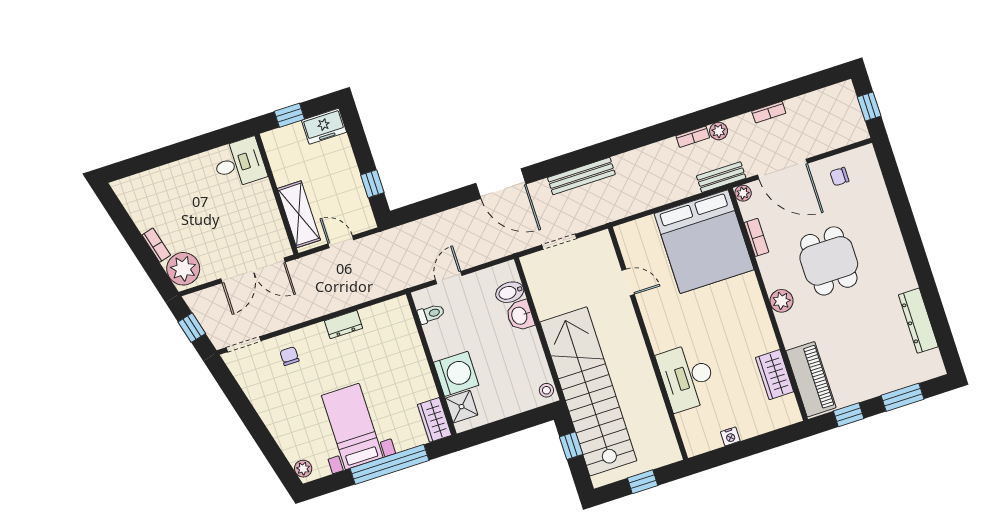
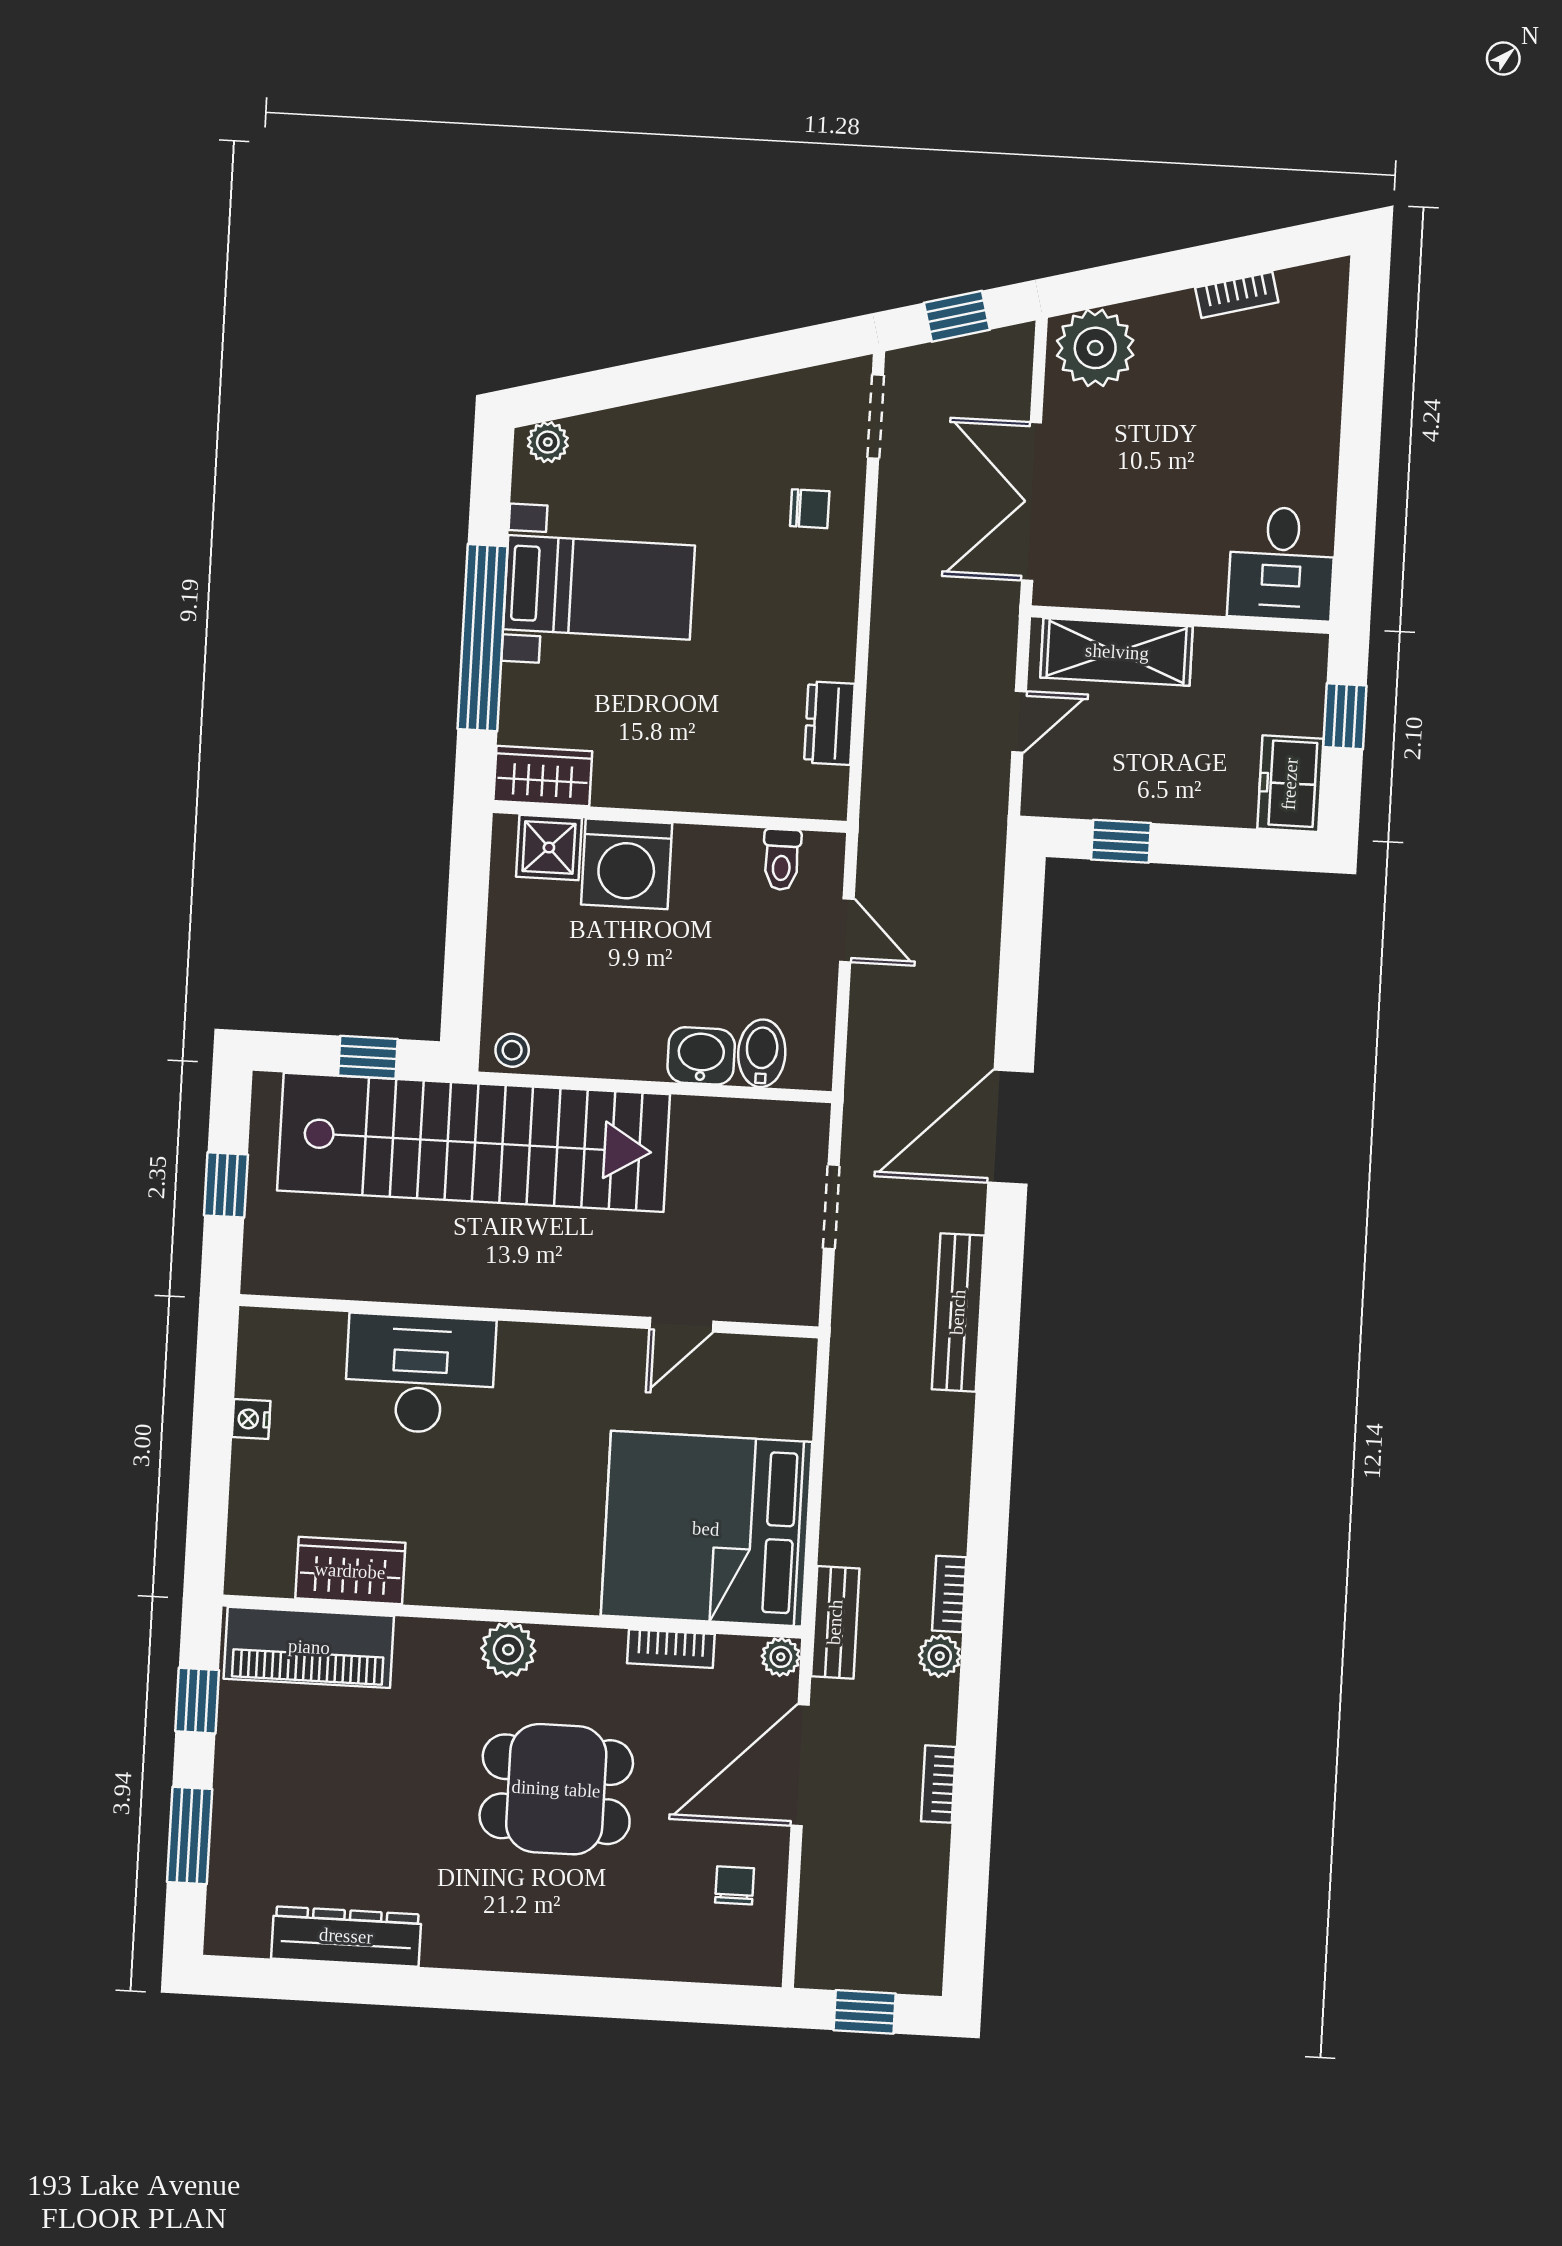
bookcase: (156, 245) -> (1237, 295), moved
dresser: (344, 325) -> (829, 723), moved

